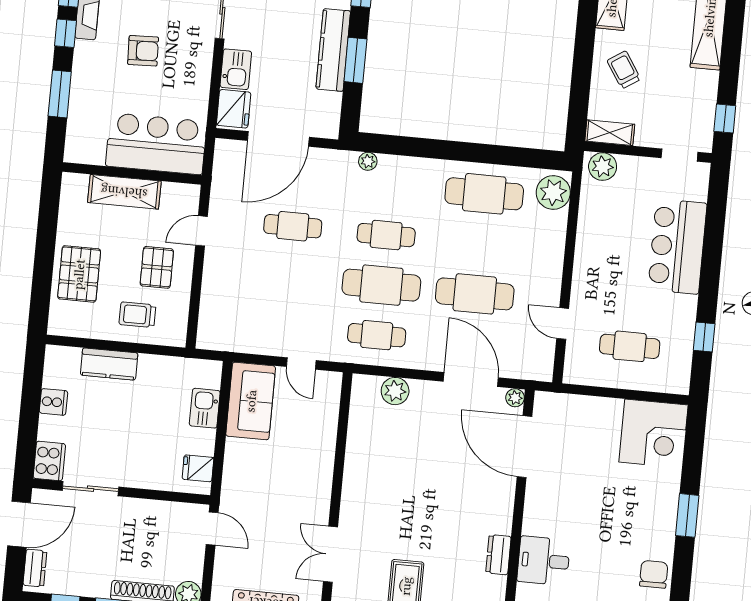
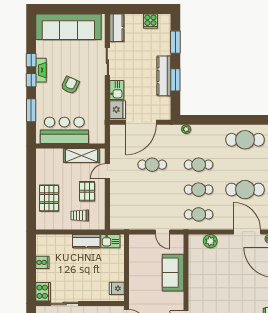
armchair: (143, 51) -> (70, 85), turned -63
bar counter: (156, 144) -> (64, 130), moved
shelving: (124, 192) -> (82, 156), moved
cafe table: (381, 285) -> (199, 190), width x0.73, depth x0.74
kitchen counter: (109, 364) -> (86, 241), moved
sofa: (251, 401) -> (173, 273), moved, turned 180
kitchen sink: (205, 408) -> (110, 241), moved, turned -90

